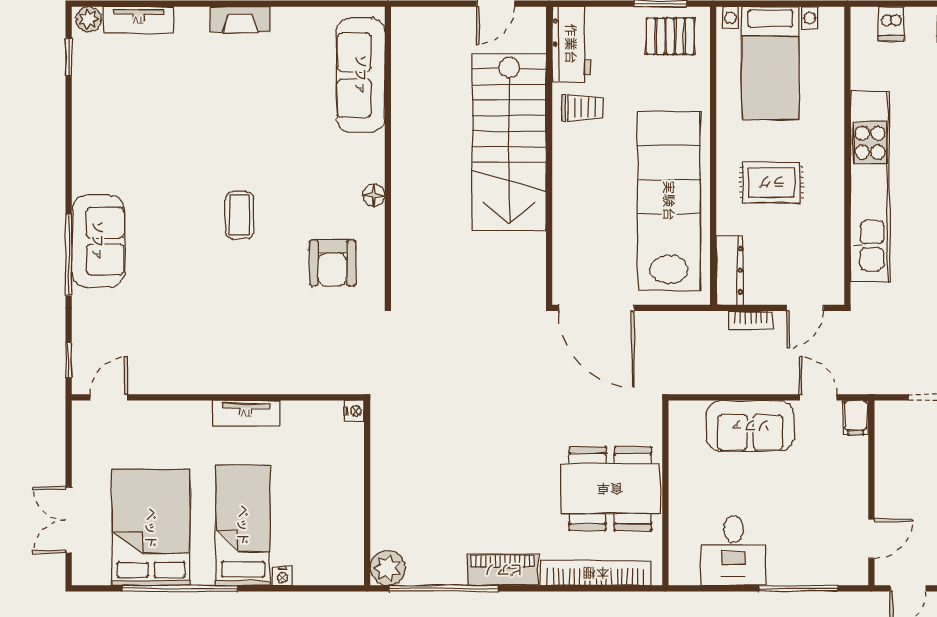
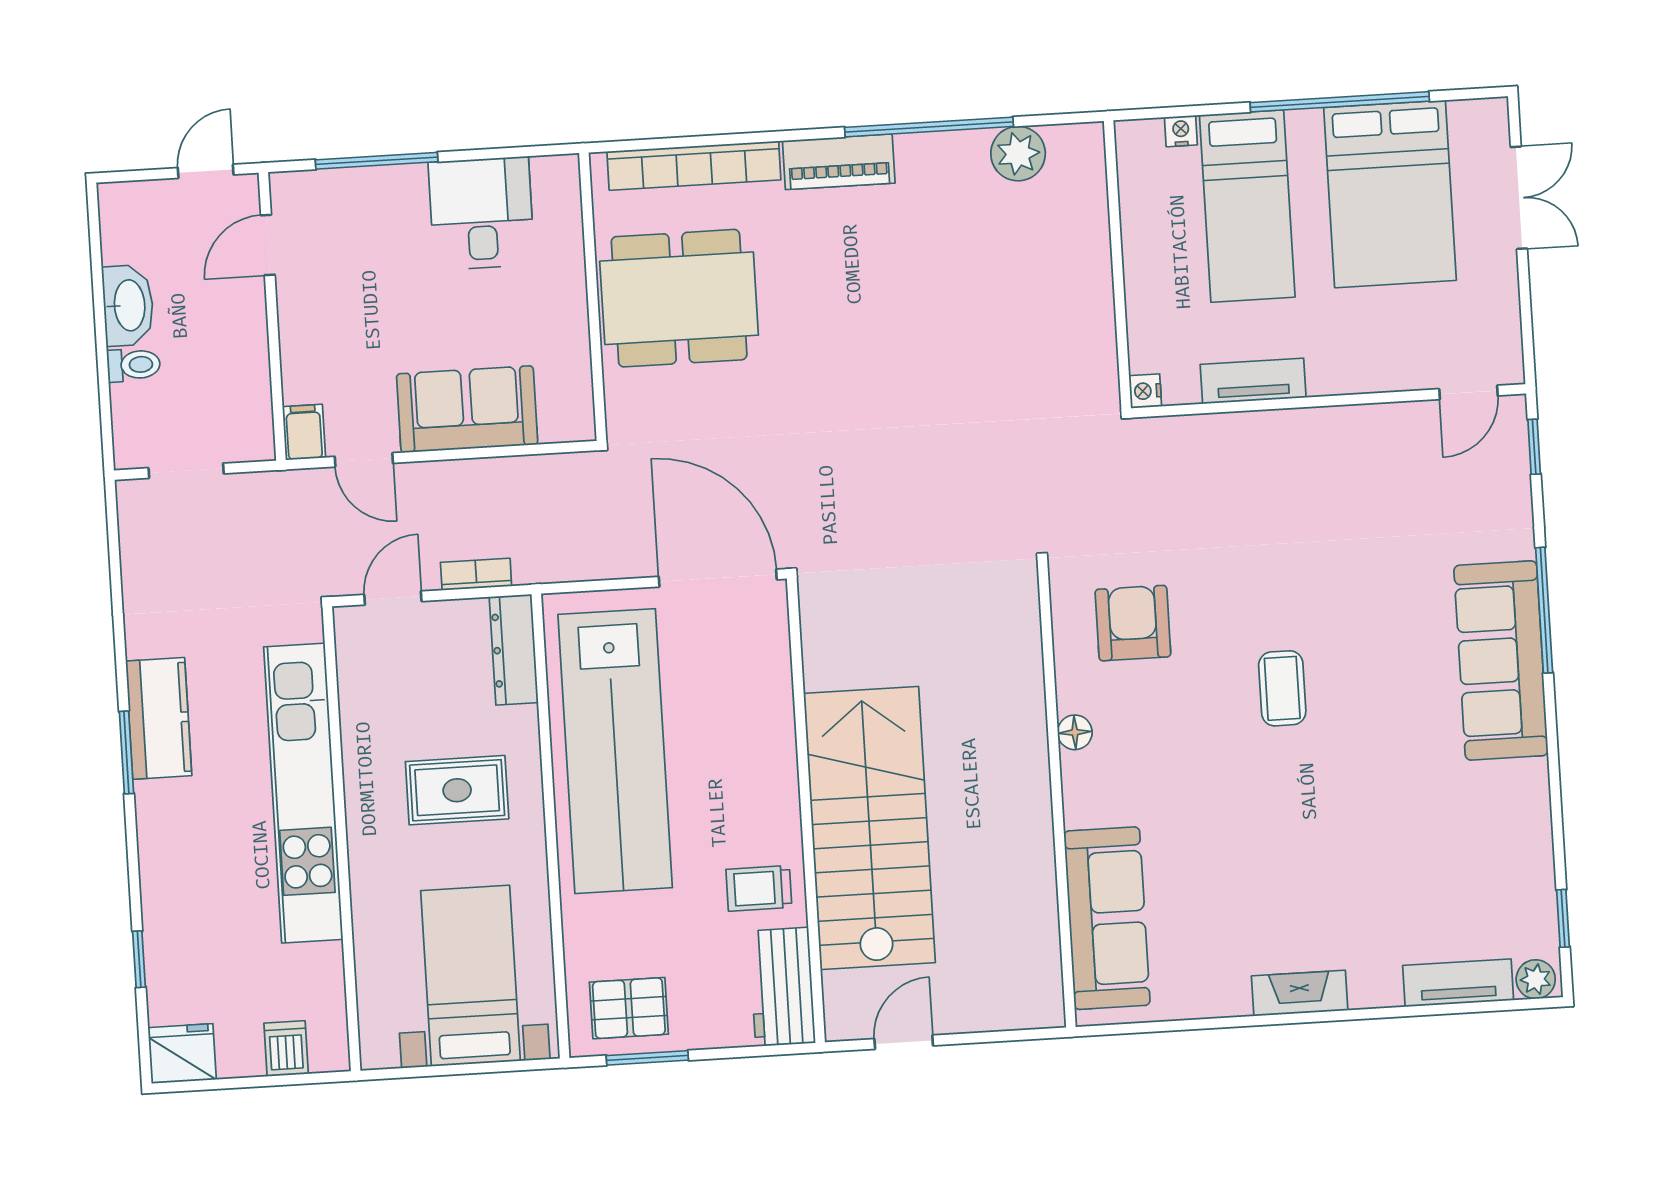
sofa: (98, 241) -> (1501, 660), width x1.36
nightstand: (354, 411) -> (1145, 391), moved
wall: (367, 493) -> (1117, 265), moved

